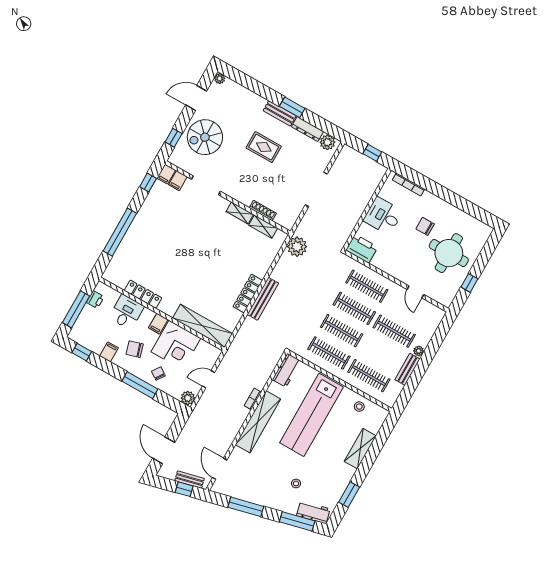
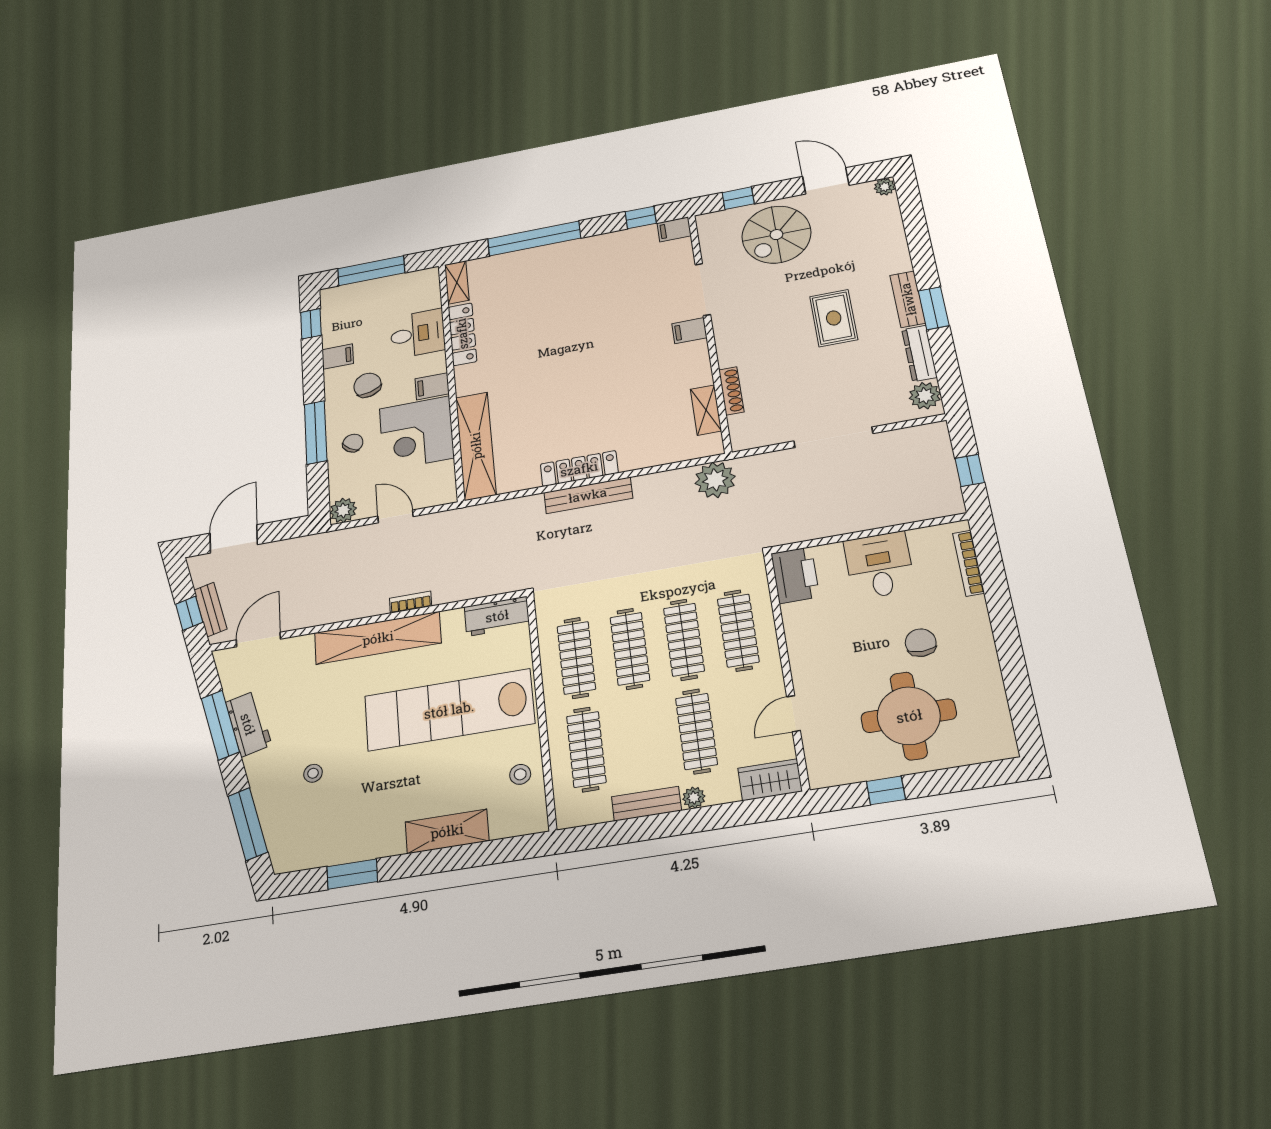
spiral stairs: (205, 137) -> (776, 235), turned -90
filing cabinet: (178, 181) -> (689, 331), moved
shelving: (240, 213) -> (457, 282), moved
printer: (95, 299) -> (405, 283), removed
wardrobe: (433, 319) -> (770, 780), added
workbench: (313, 512) -> (248, 724), moved

